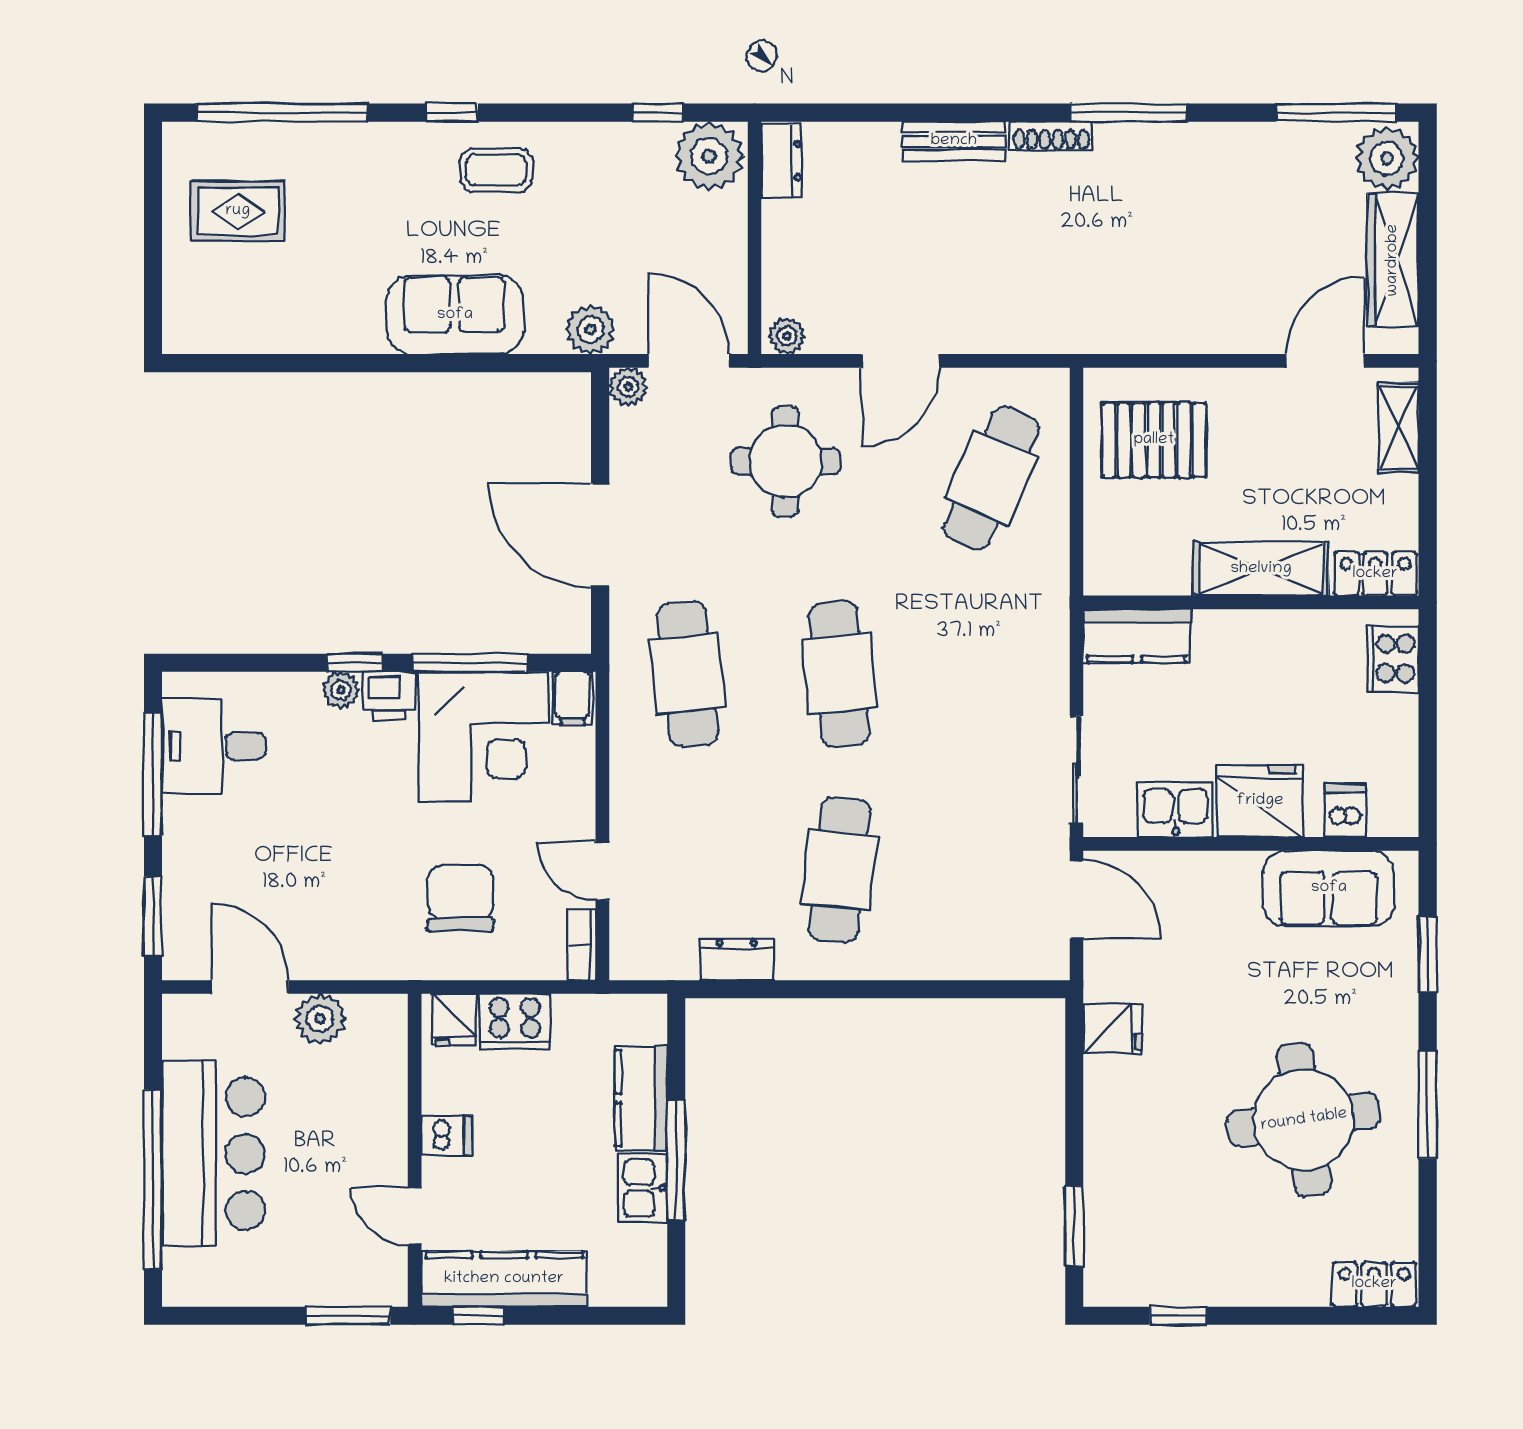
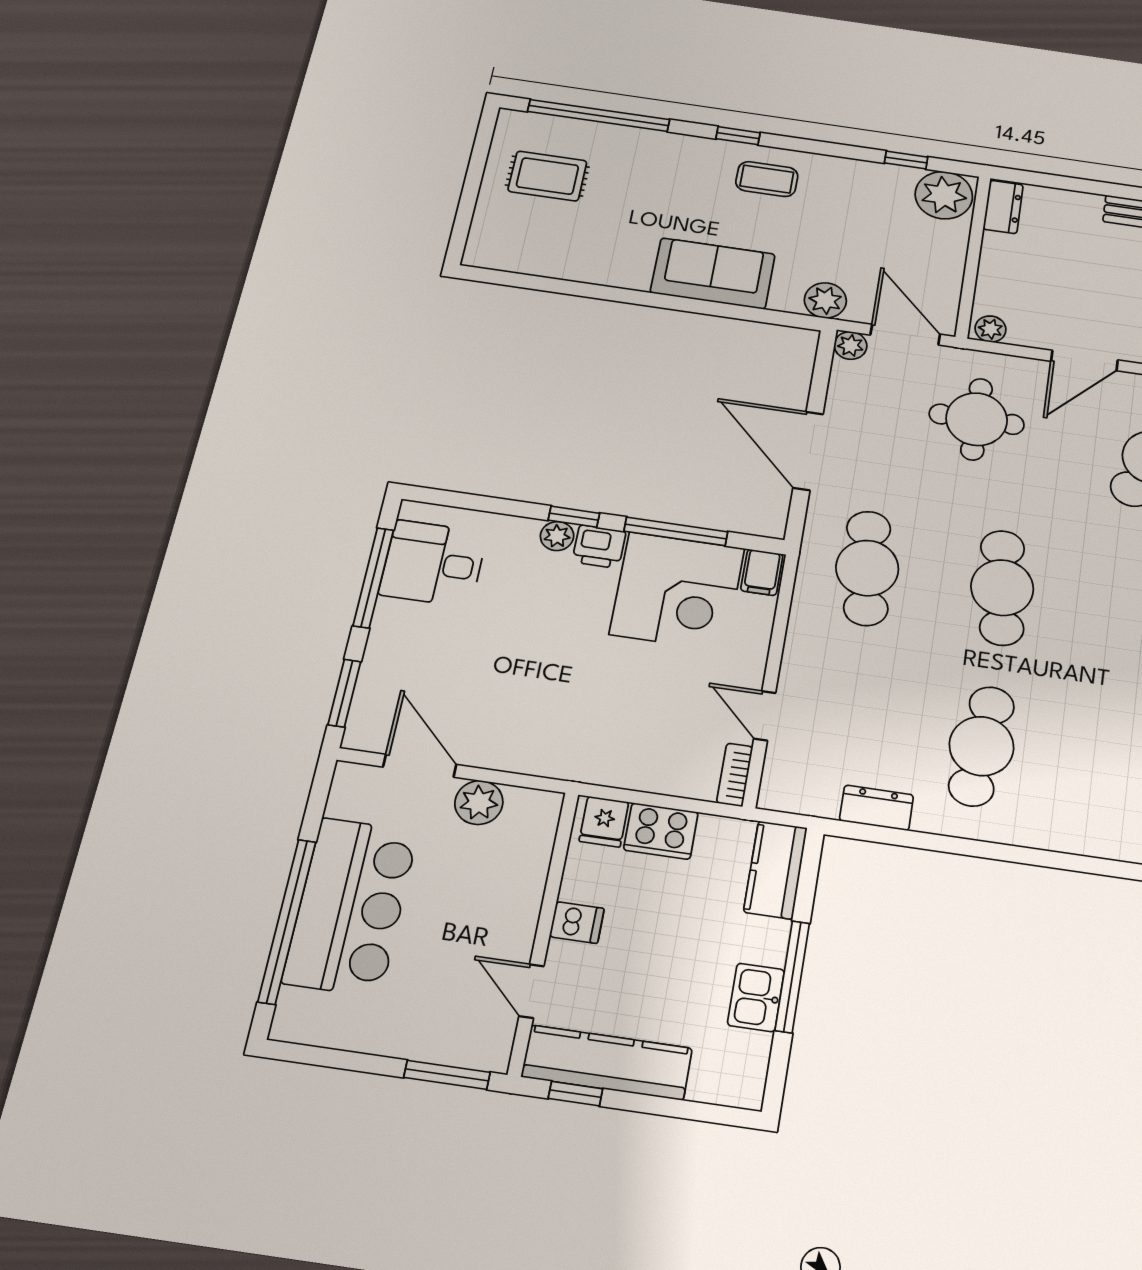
chair: (461, 898) -> (631, 719), removed
kitchen counter: (641, 1098) -> (775, 870), moved

